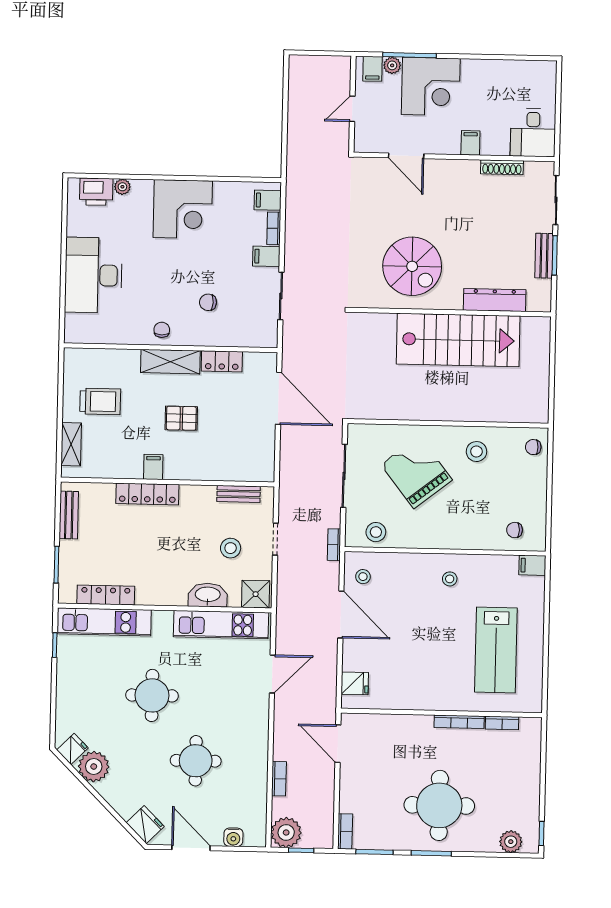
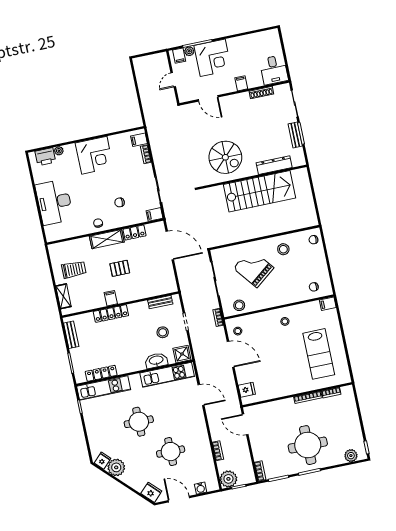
filing cabinet: (266, 256) -> (155, 214), moved
door: (272, 674) -> (201, 395), hinge flipped

